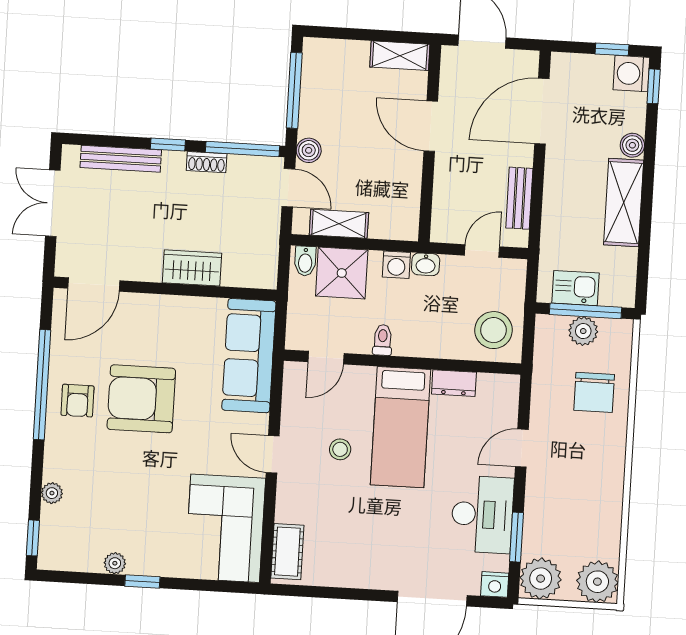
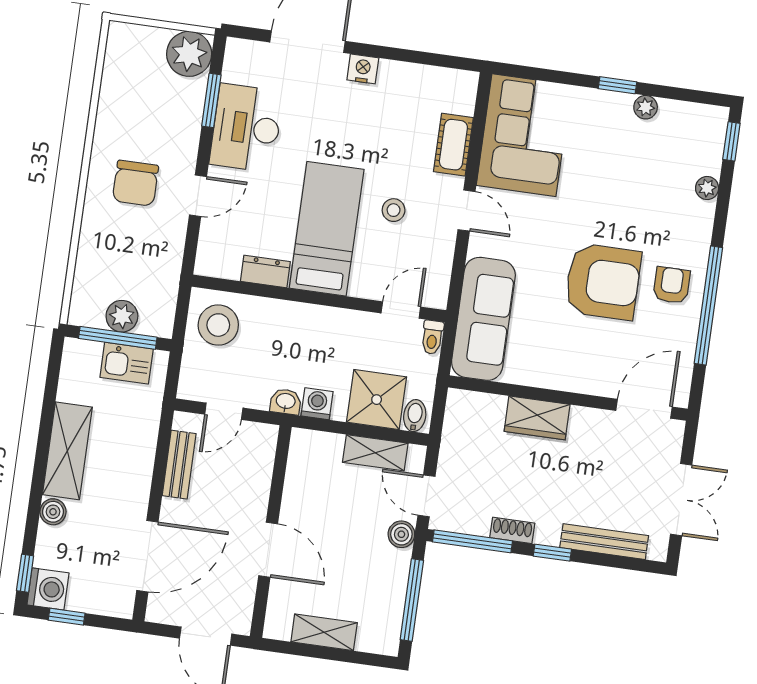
shelving: (400, 56) -> (324, 632), moved
toilet: (383, 340) -> (432, 337), moved
chair: (594, 392) -> (136, 183), moved, turned 180
cot: (287, 552) -> (453, 145), moved
plant: (597, 582) -> (128, 46), removed
nightstand: (495, 584) -> (363, 69), moved

